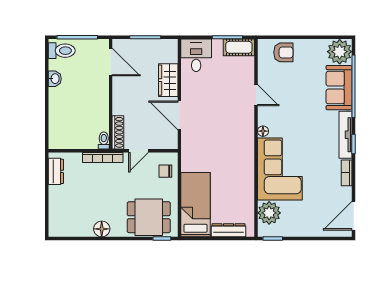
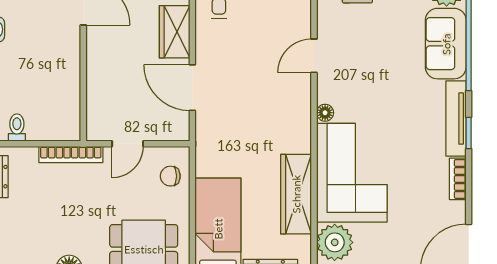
door: (256, 95) -> (314, 56), swing flipped
shoe rack: (118, 132) -> (95, 115), removed
toilet: (104, 140) -> (17, 128), moved
wardrobe: (245, 182) -> (296, 194), added

